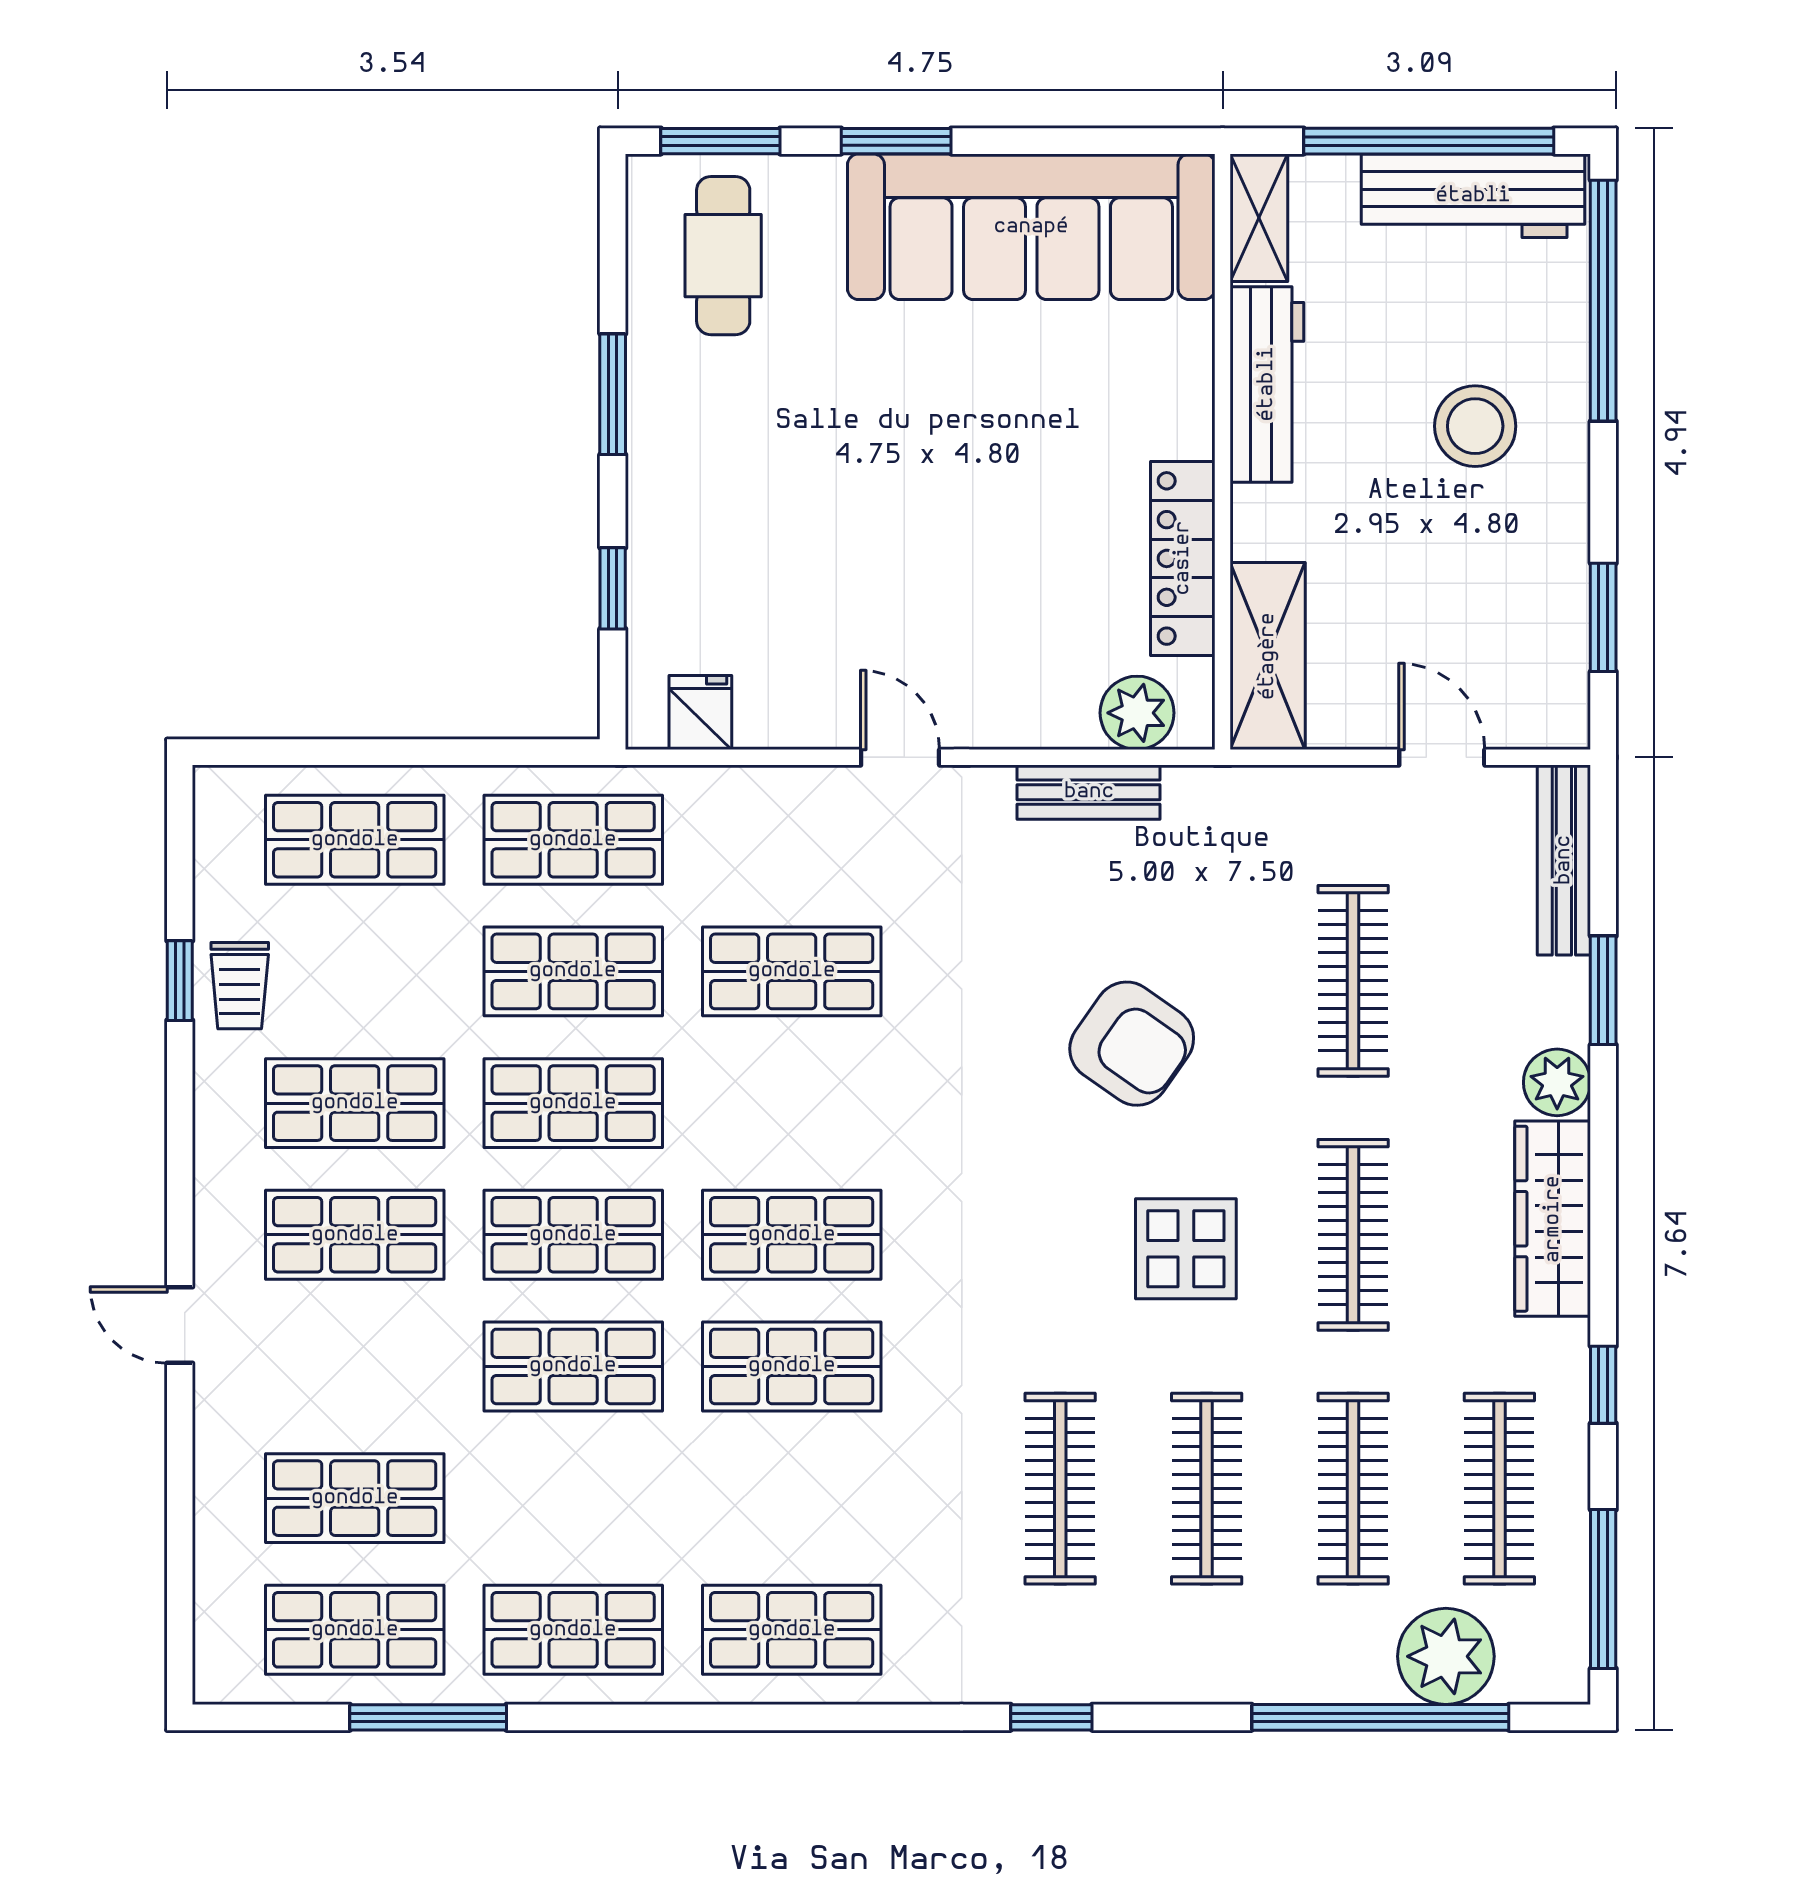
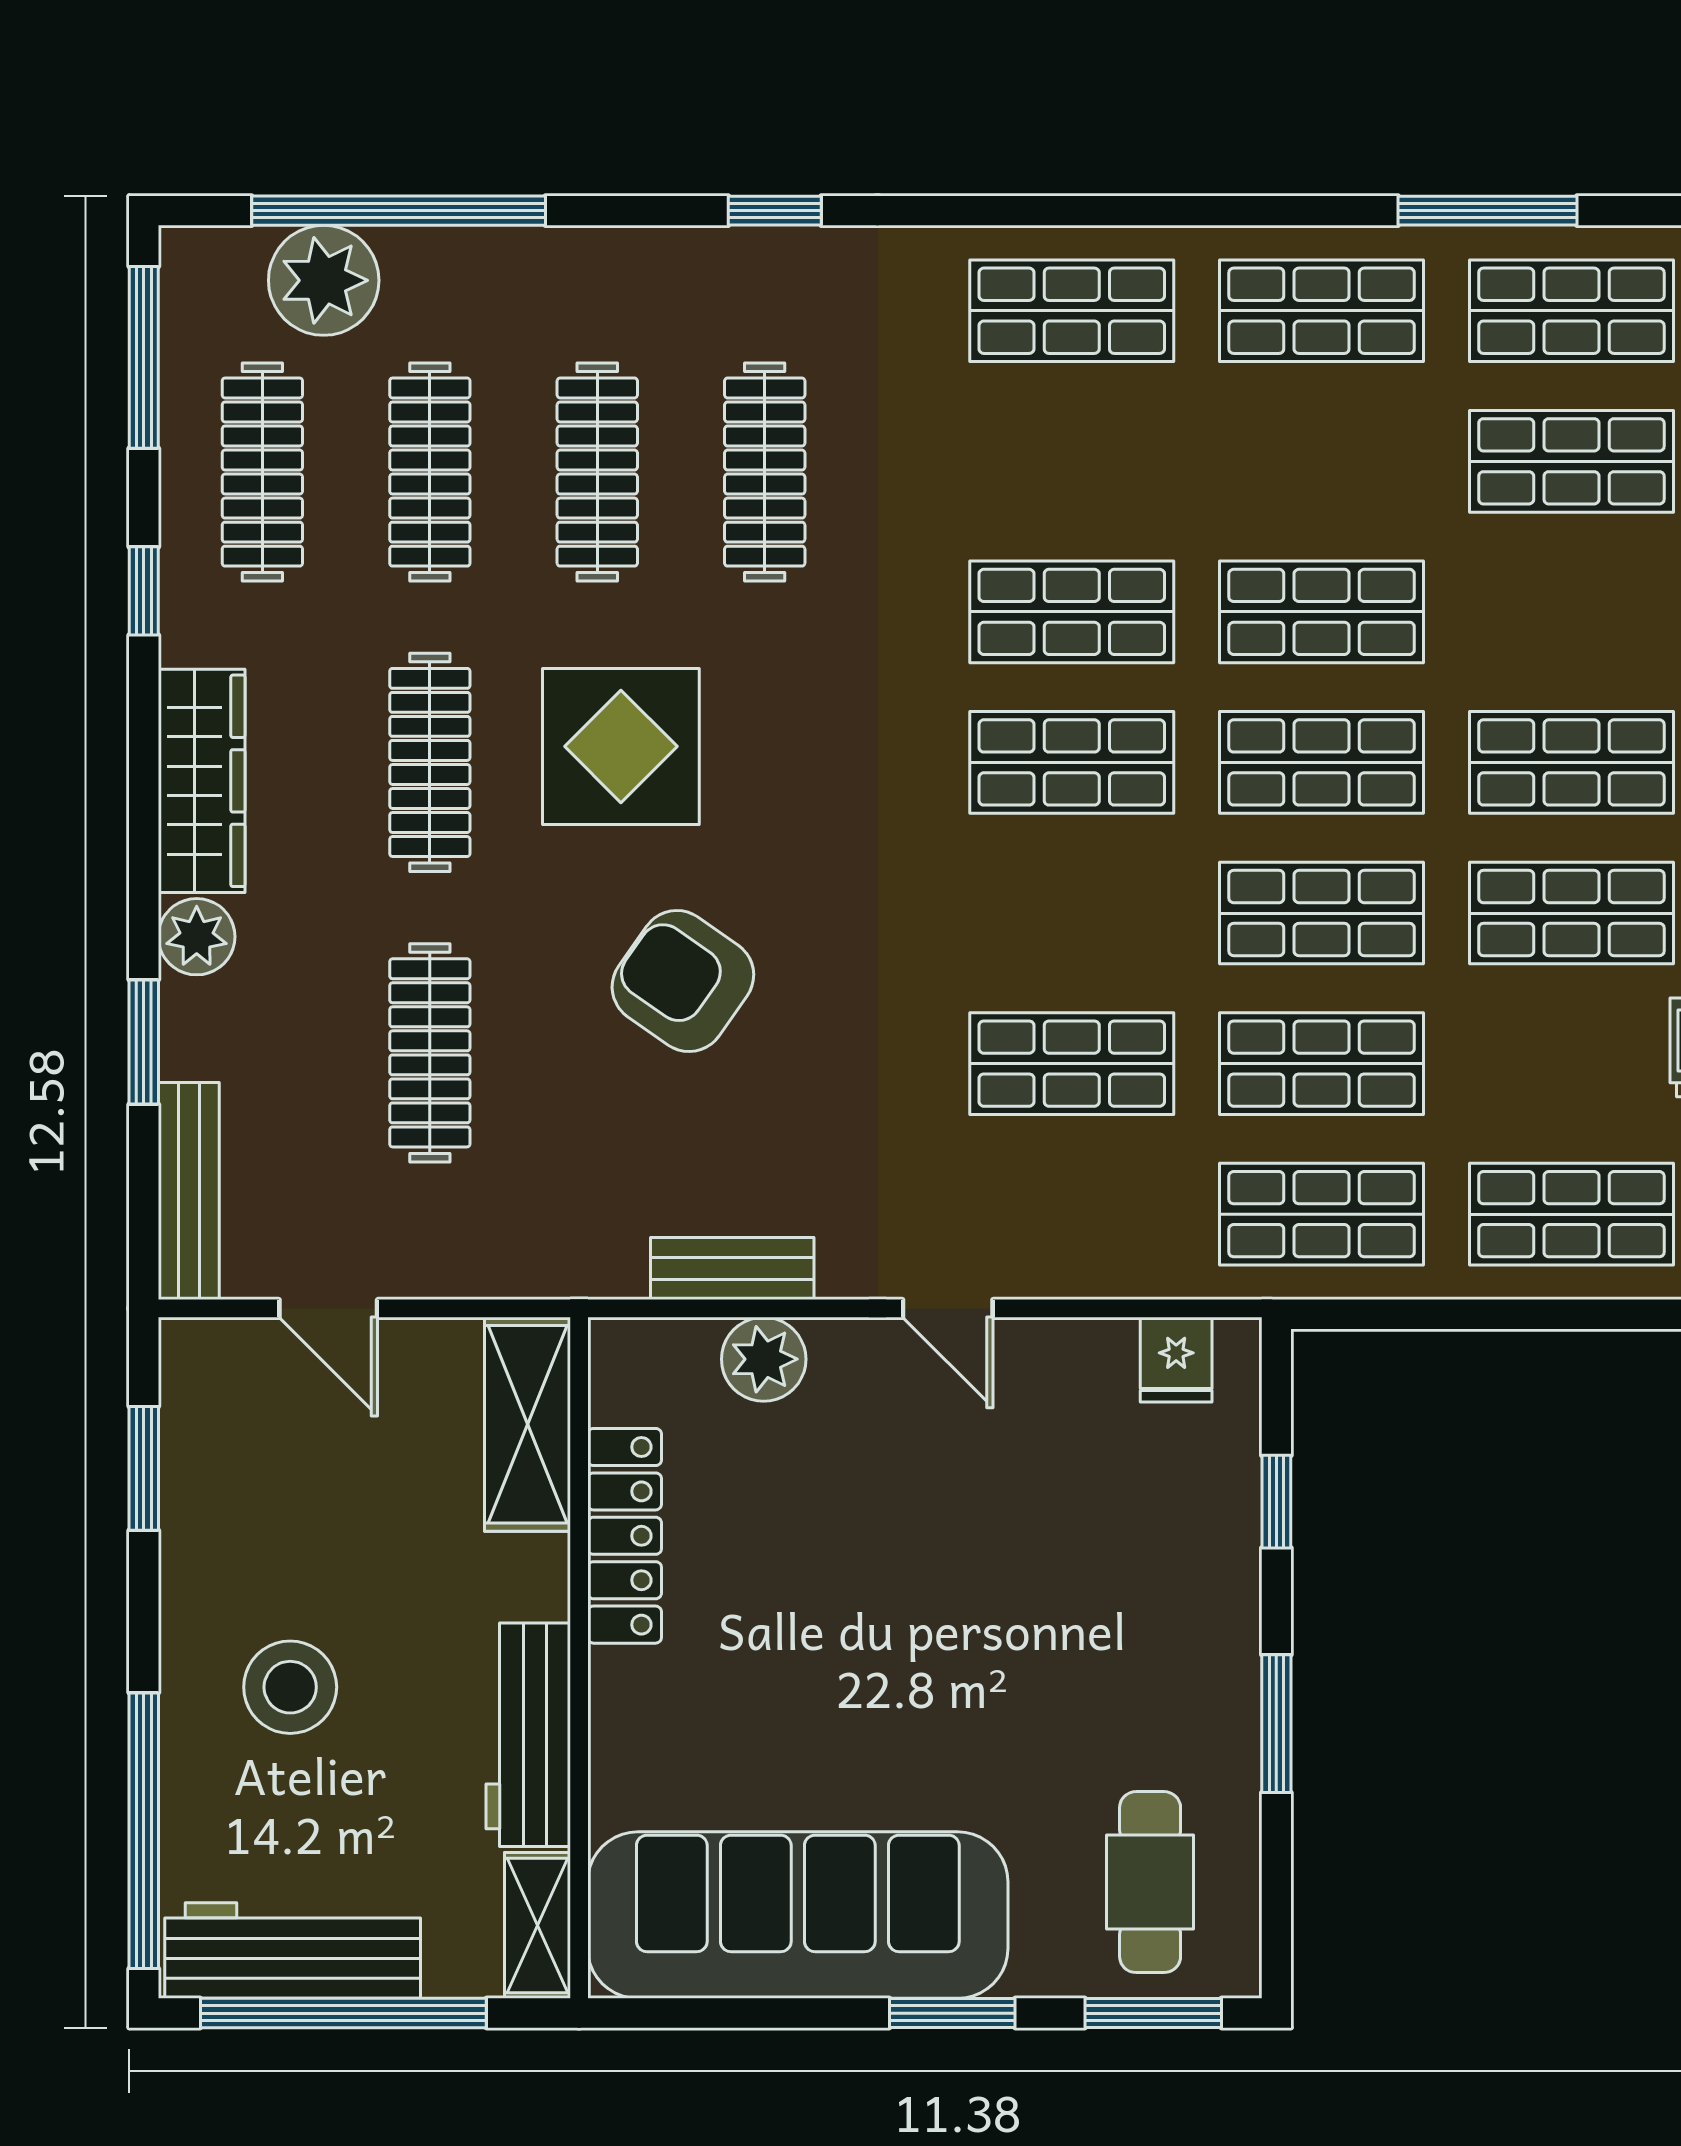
plant: (1137, 713) -> (764, 1359), moved
display table: (1186, 1249) -> (621, 746), width x1.36, depth x1.36

